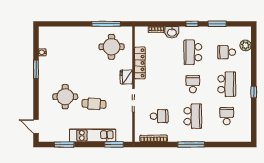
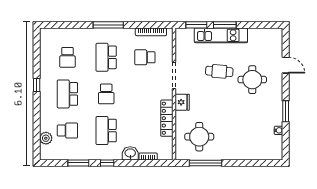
school desk: (193, 52) -> (106, 131), turned 180
door: (36, 126) -> (286, 65), moved
window: (64, 145) -> (225, 25), moved

